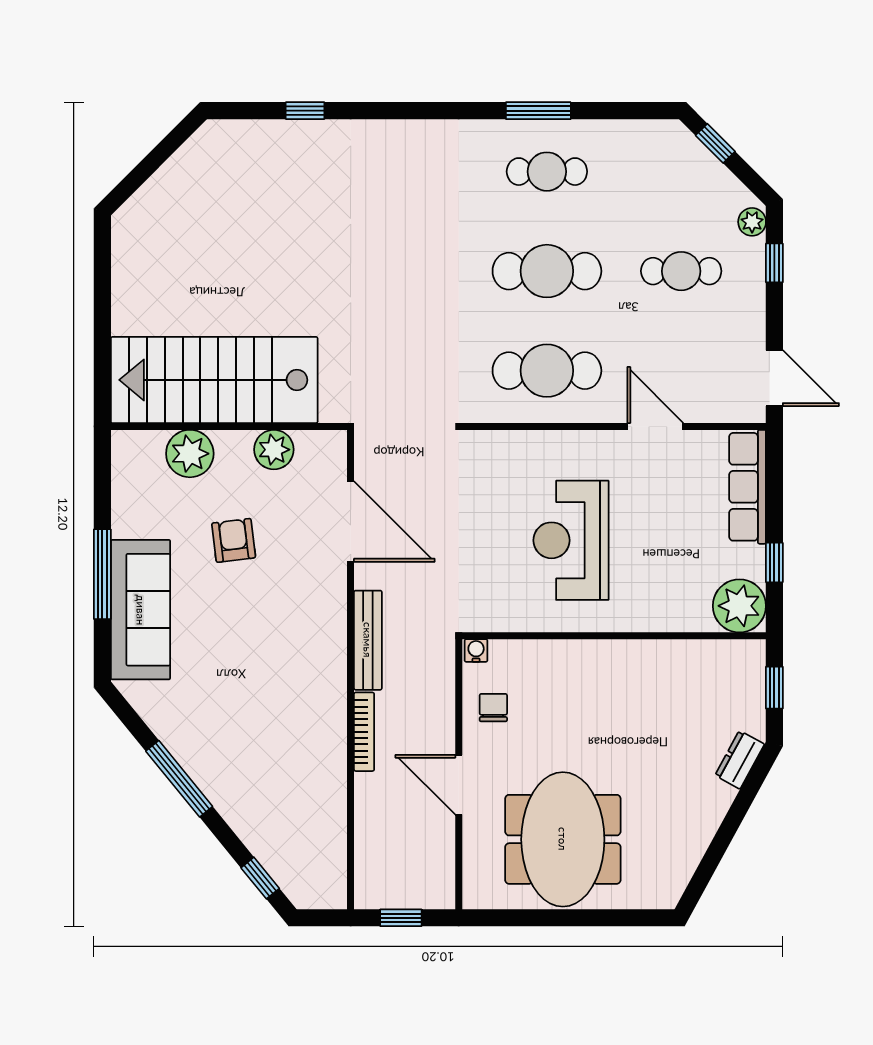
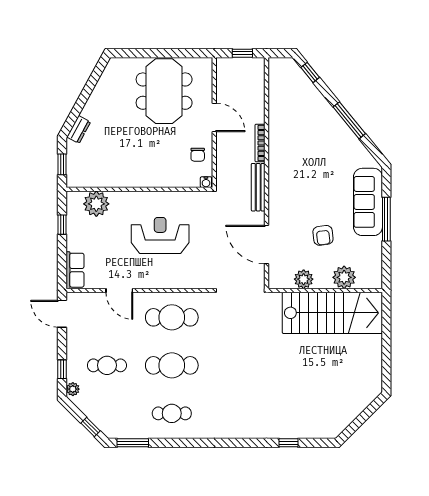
window: (538, 111) -> (133, 443), moved
row of seats: (748, 487) -> (75, 270), width x0.68
reception desk: (571, 540) -> (160, 235), turned -90
plant: (739, 606) -> (96, 204), moved

